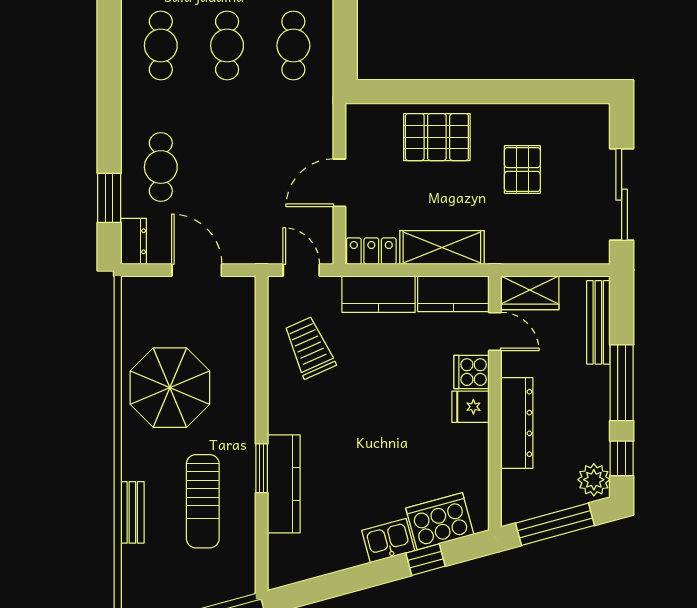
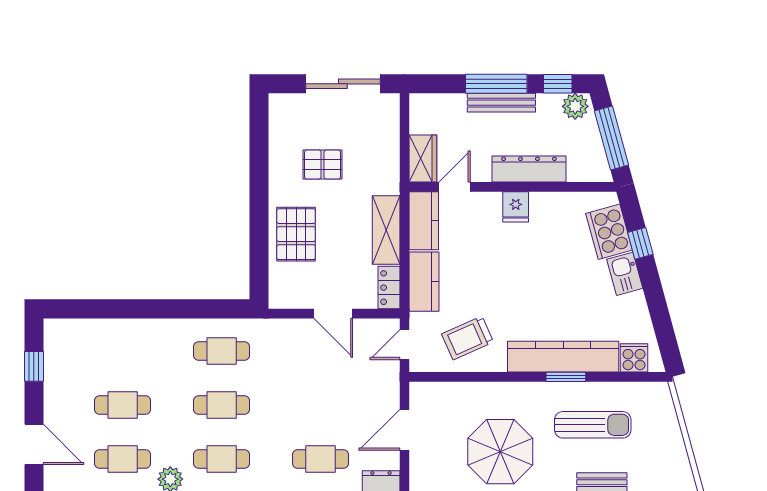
bench: (598, 322) -> (501, 103), moved
cooker: (471, 372) -> (634, 358), moved, turned 180
kitchen counter: (284, 484) -> (563, 357), width x1.39, depth x1.17

